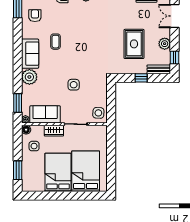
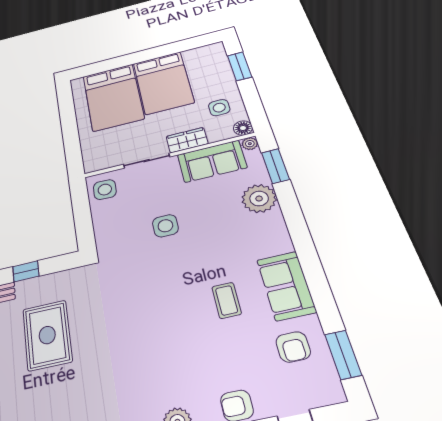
sofa: (30, 54) -> (286, 286), moved
plant: (29, 77) -> (259, 199), moved

